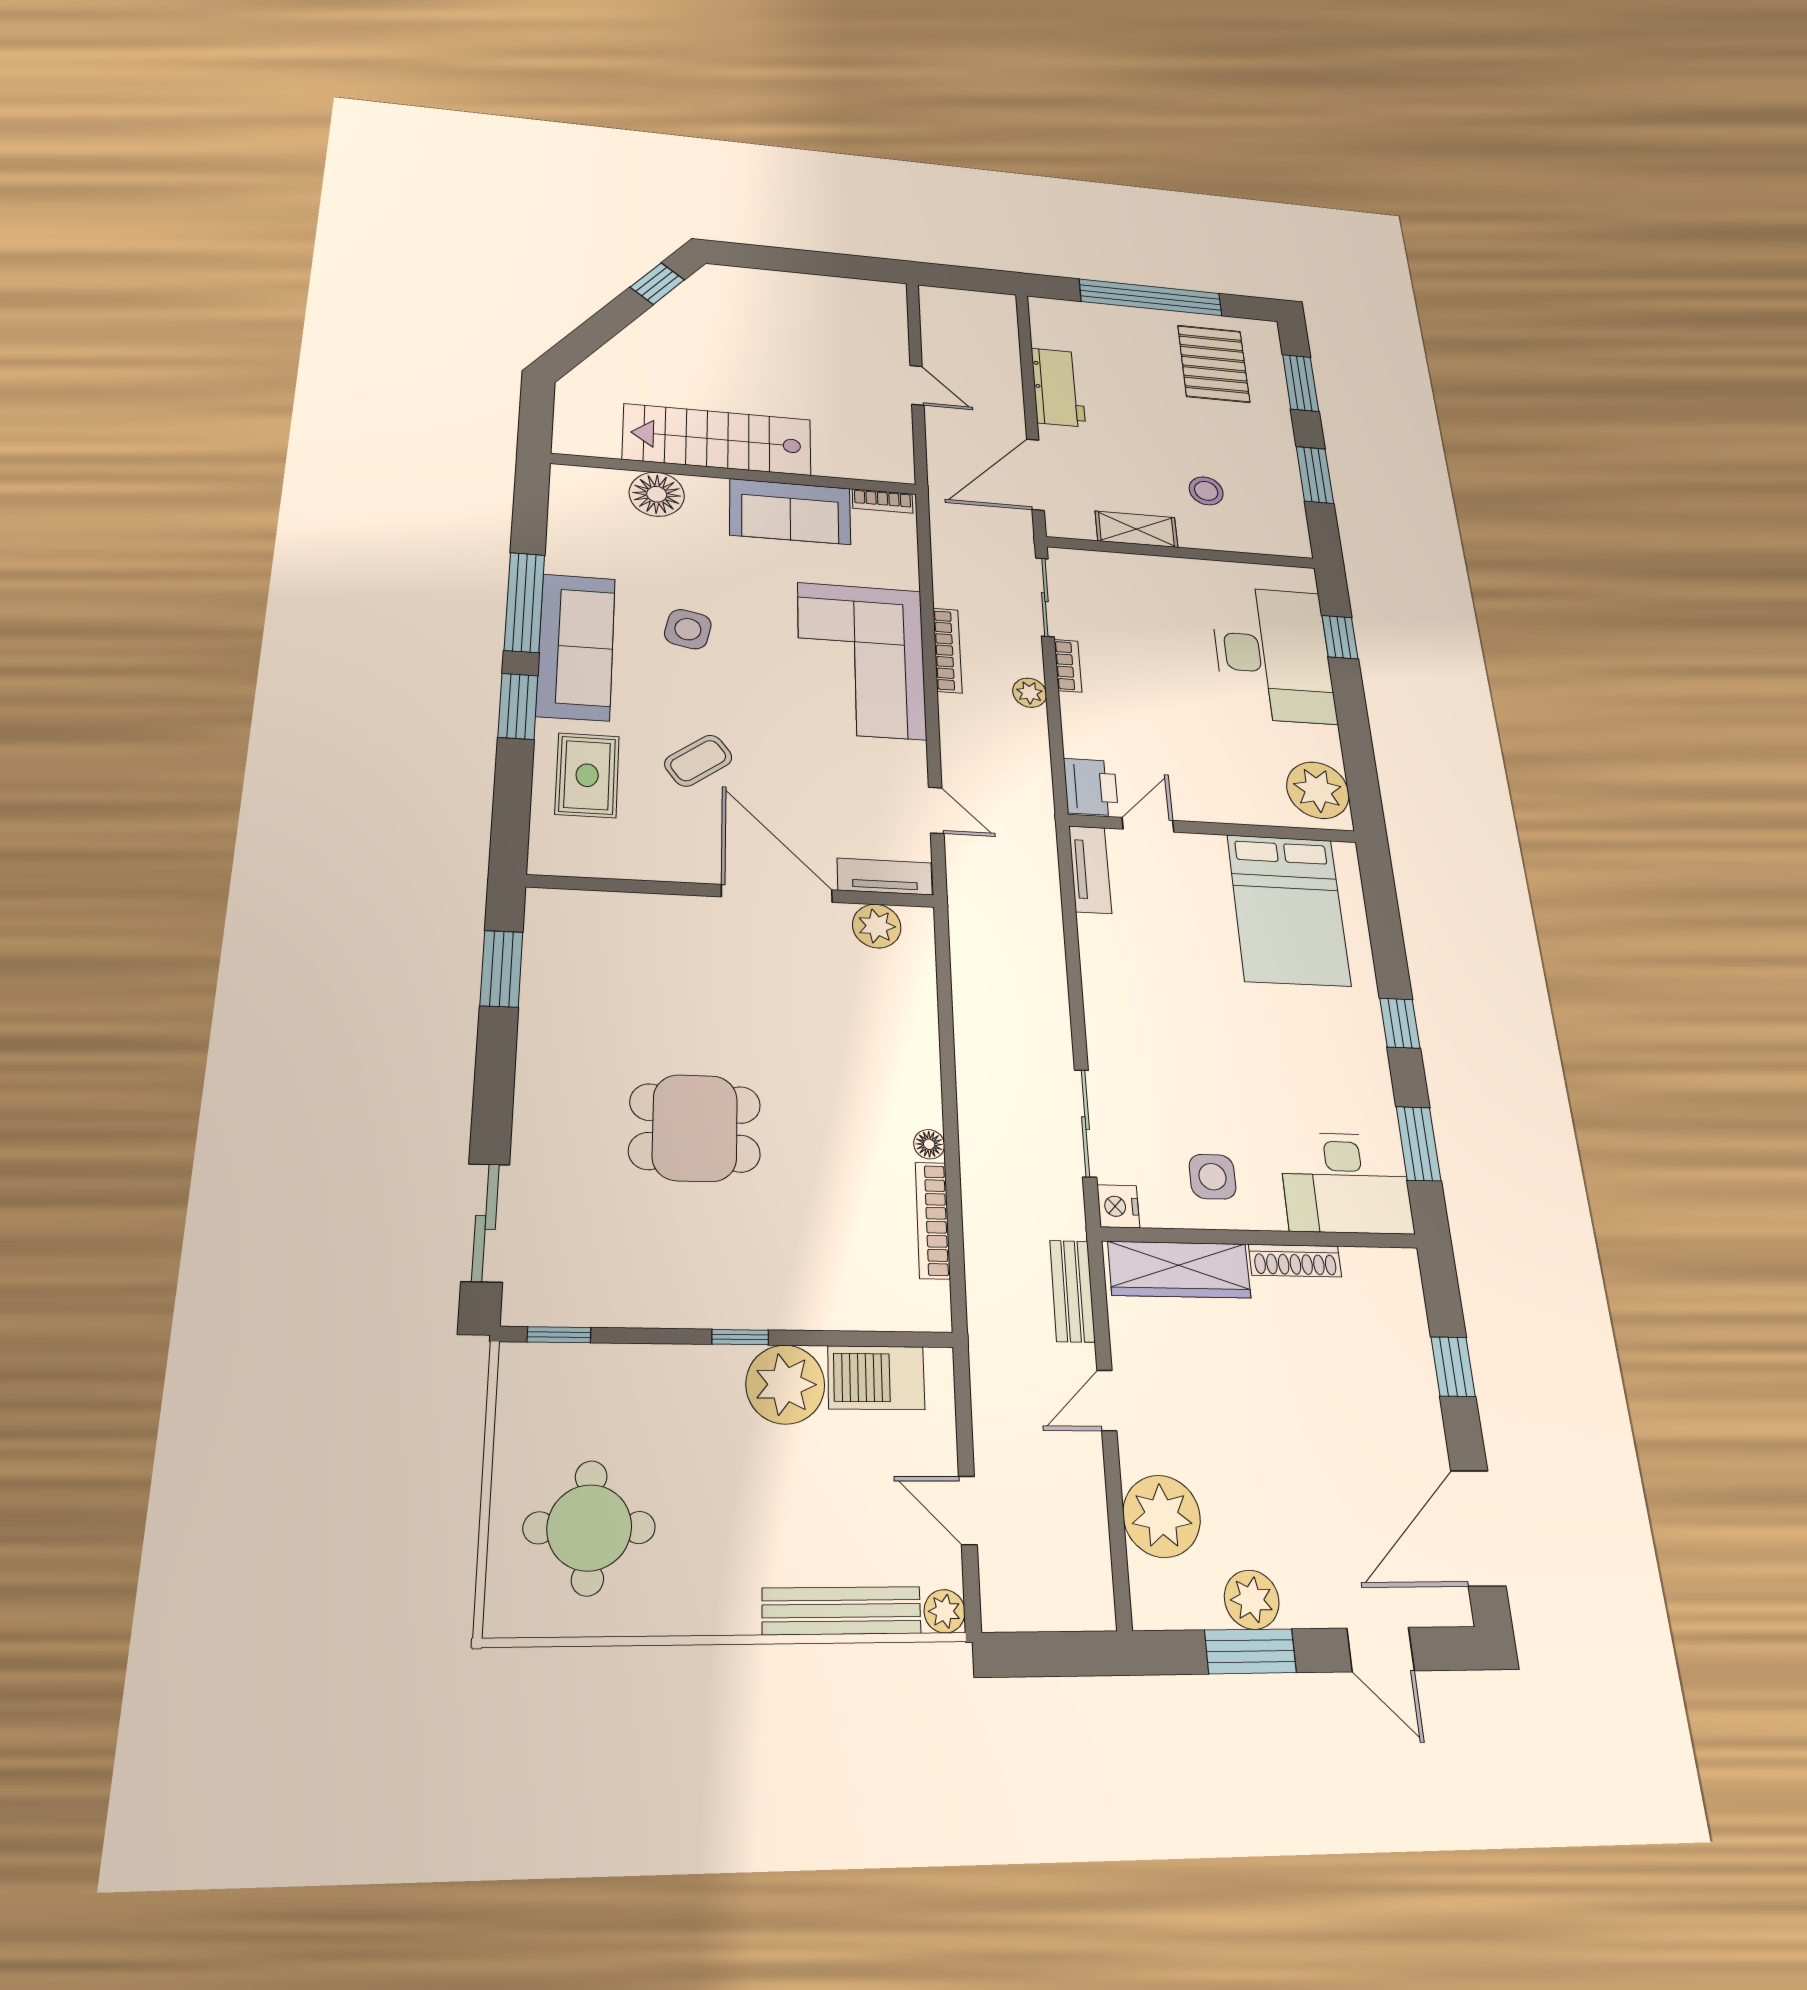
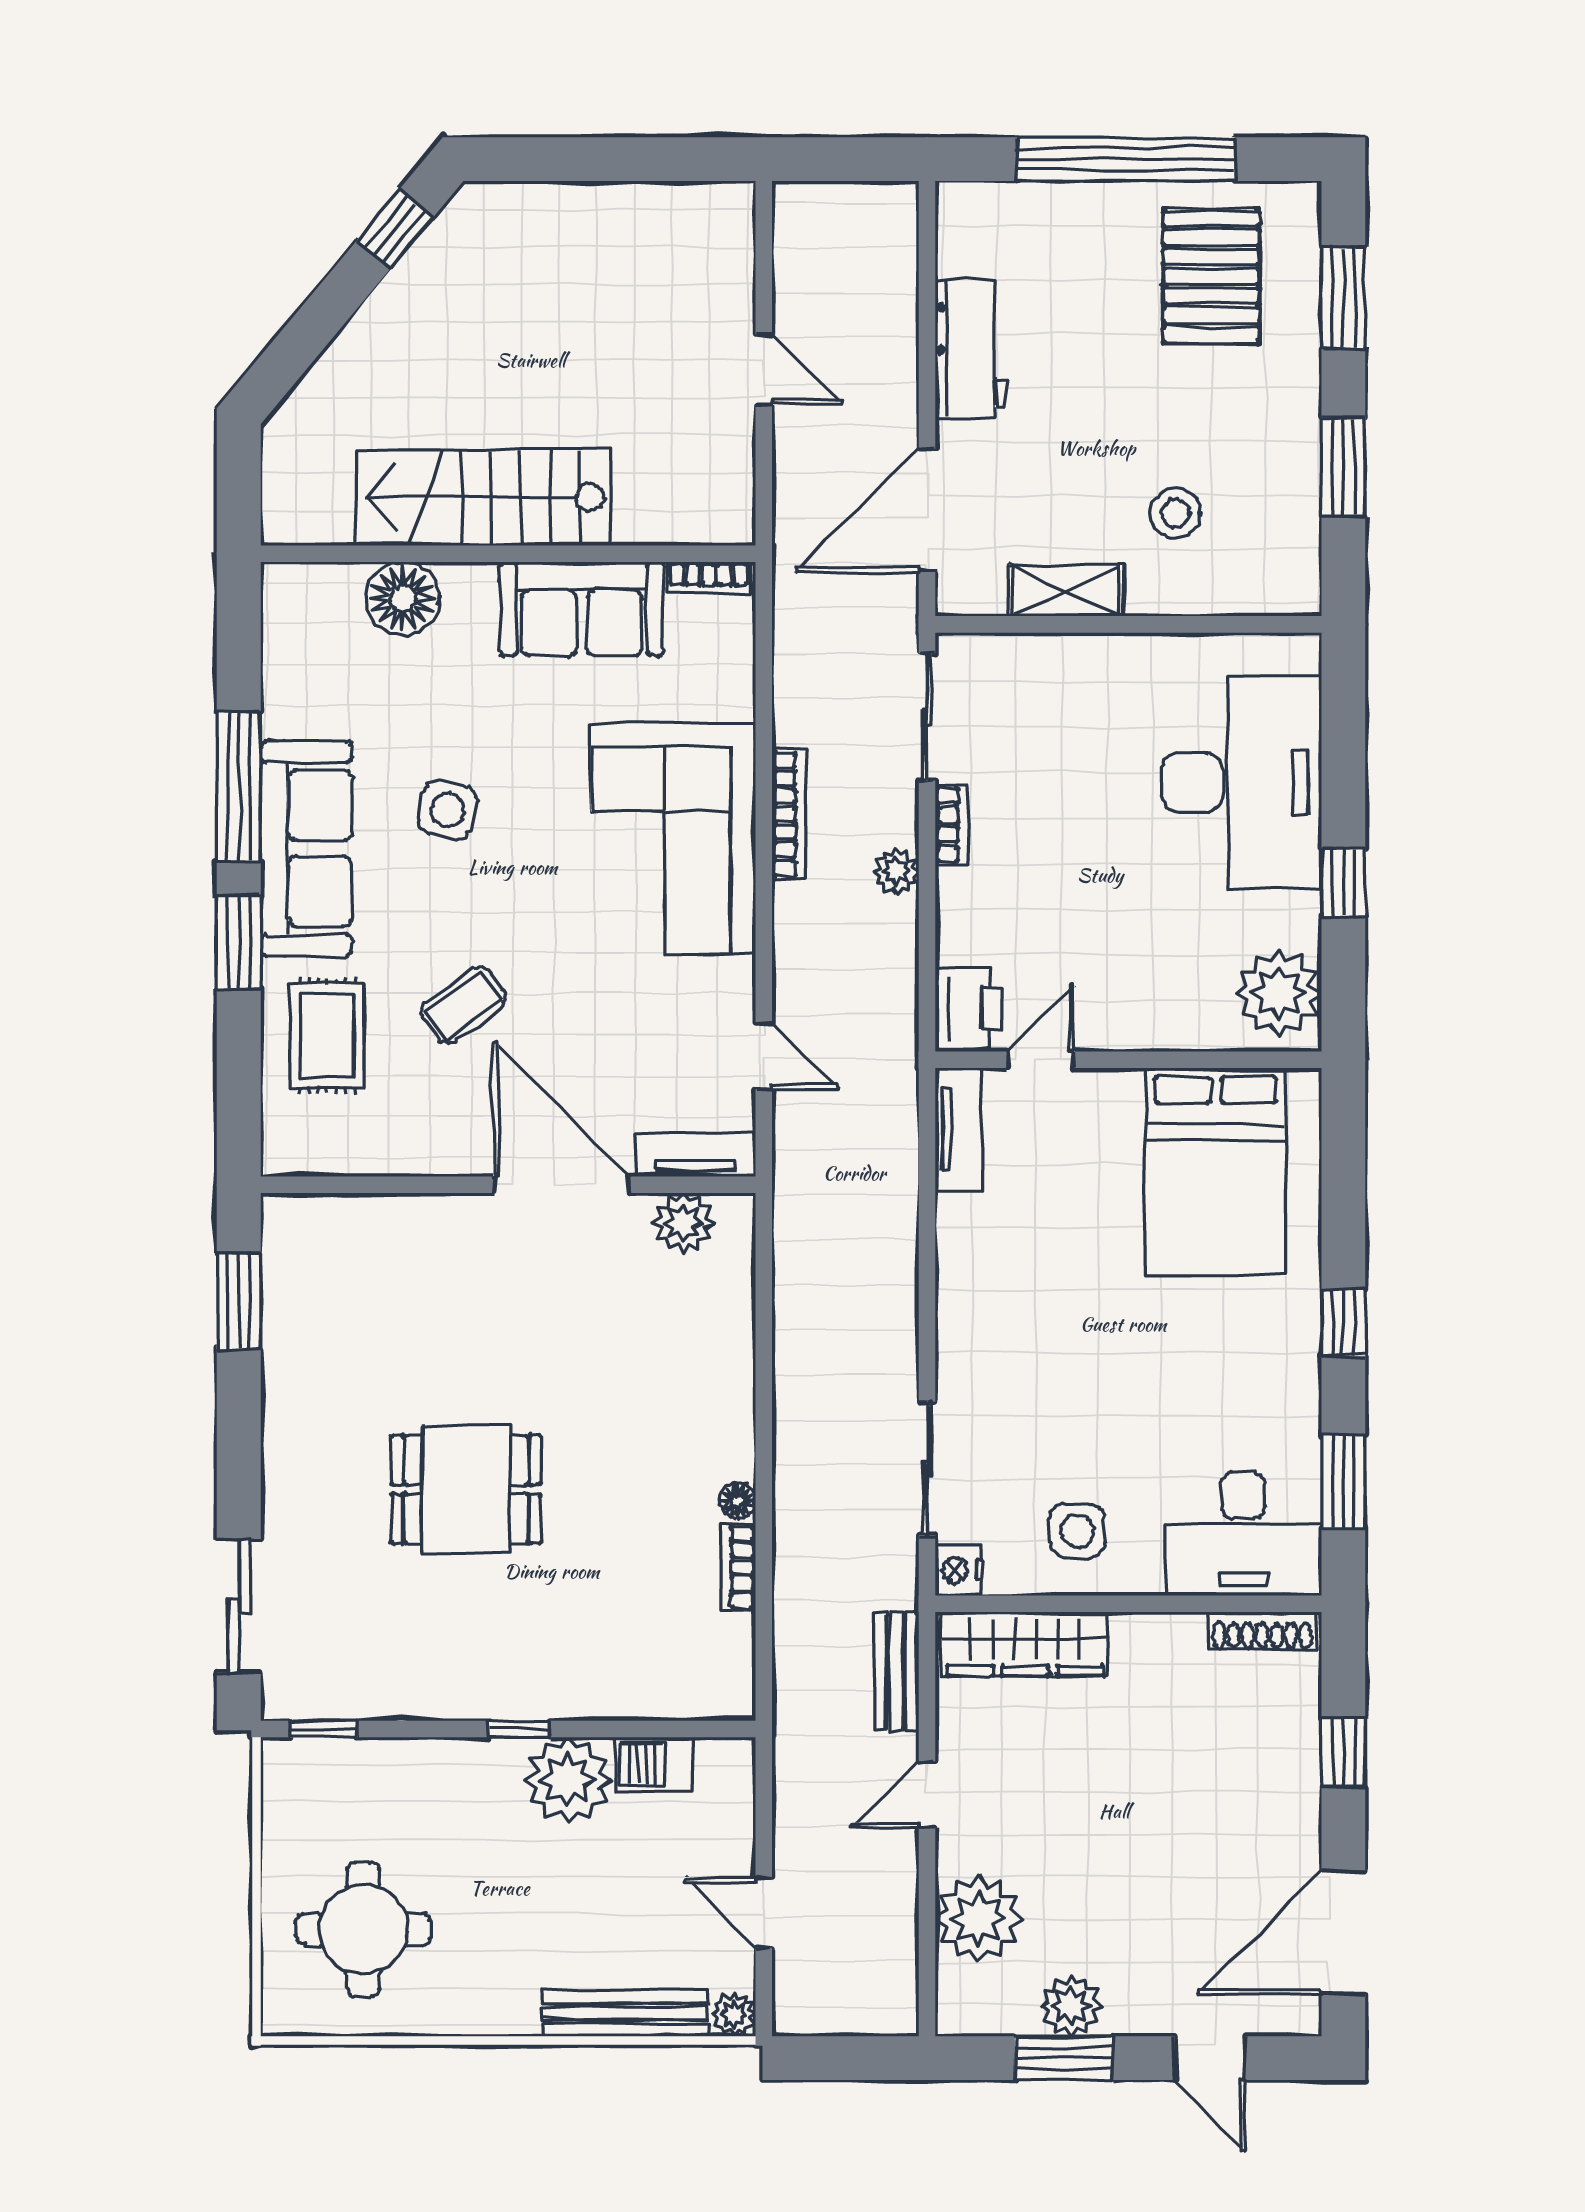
window: (1340, 637) -> (1343, 882), moved
bookcase: (933, 1220) -> (738, 1567), width x0.64
shoe rack: (1295, 1261) -> (1262, 1631), moved
barbecue: (876, 1378) -> (654, 1764), width x0.73, depth x0.79

